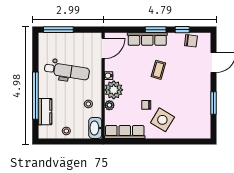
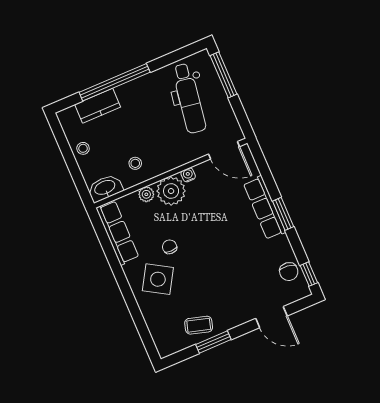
window: (182, 30) -> (309, 274), moved
coffee table: (158, 70) -> (199, 325), moved
dental chair: (67, 71) -> (189, 98), moved

